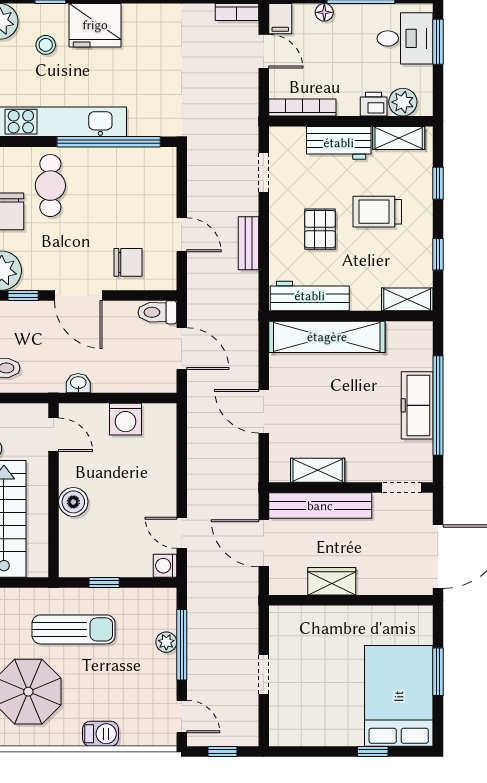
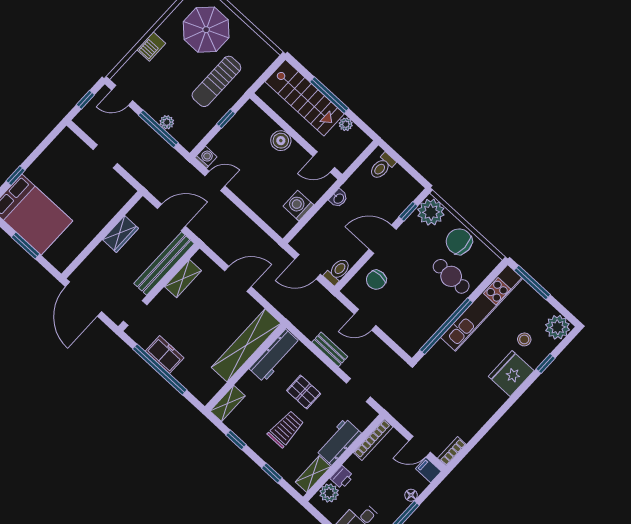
freezer: (417, 405) -> (165, 355), width x0.71

